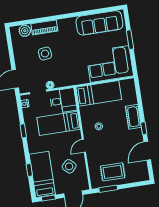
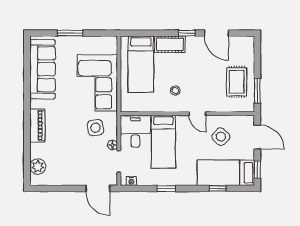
piano: (44, 27) -> (37, 125), moved
side table: (45, 54) -> (95, 128), moved
corner sofa: (110, 64) -> (97, 83), moved
bed: (99, 93) -> (141, 64), moved, turned 180

